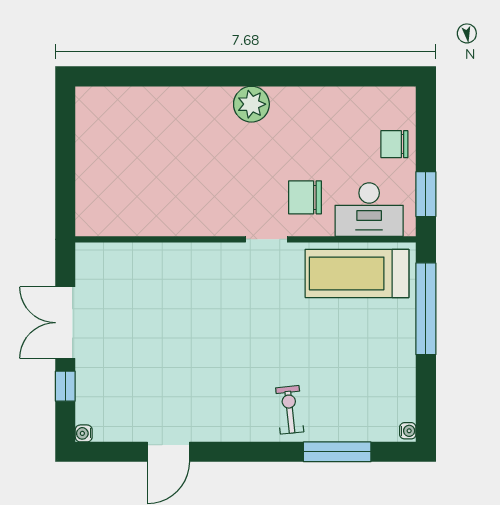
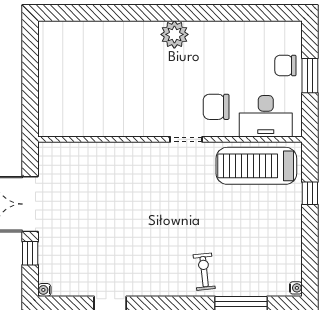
window: (426, 194) -> (310, 76), moved
window: (426, 309) -> (310, 193), width x0.32

